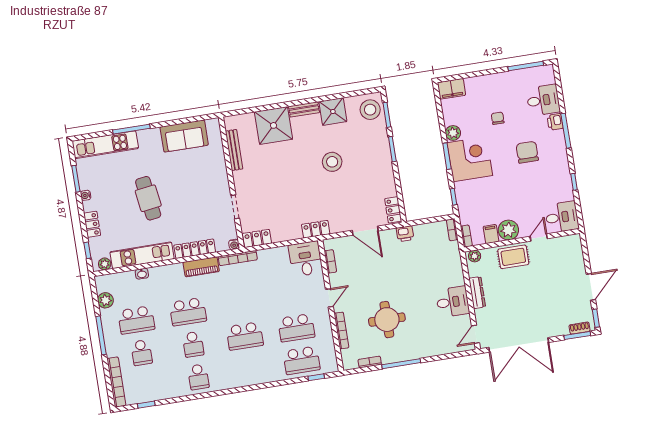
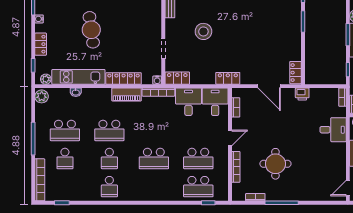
stool: (332, 162) -> (203, 31), moved
desk: (274, 264) -> (188, 102), added
plant: (105, 300) -> (42, 96), moved
desk: (453, 302) -> (333, 130), moved

